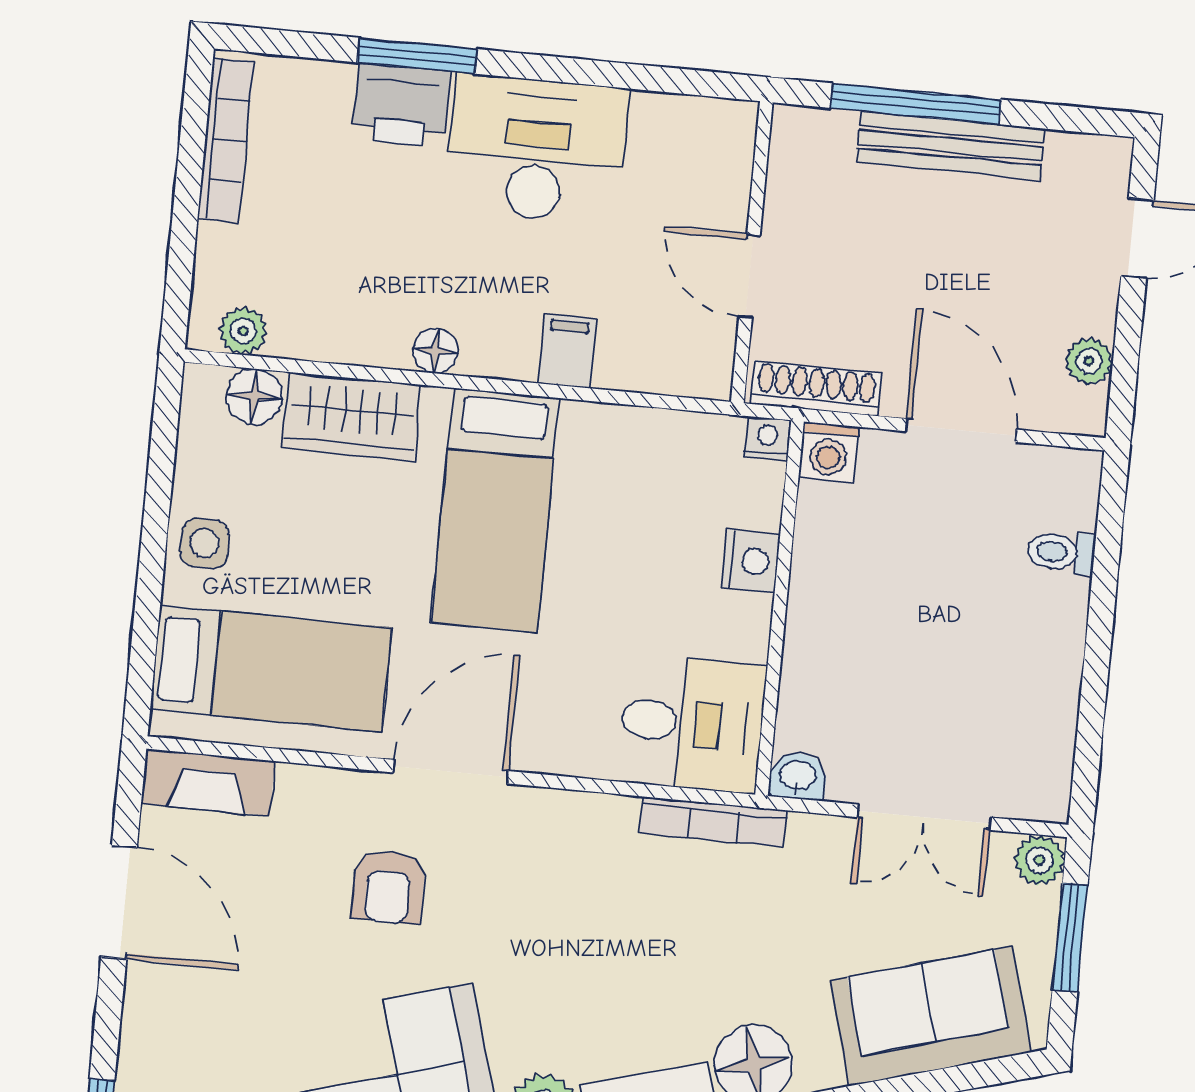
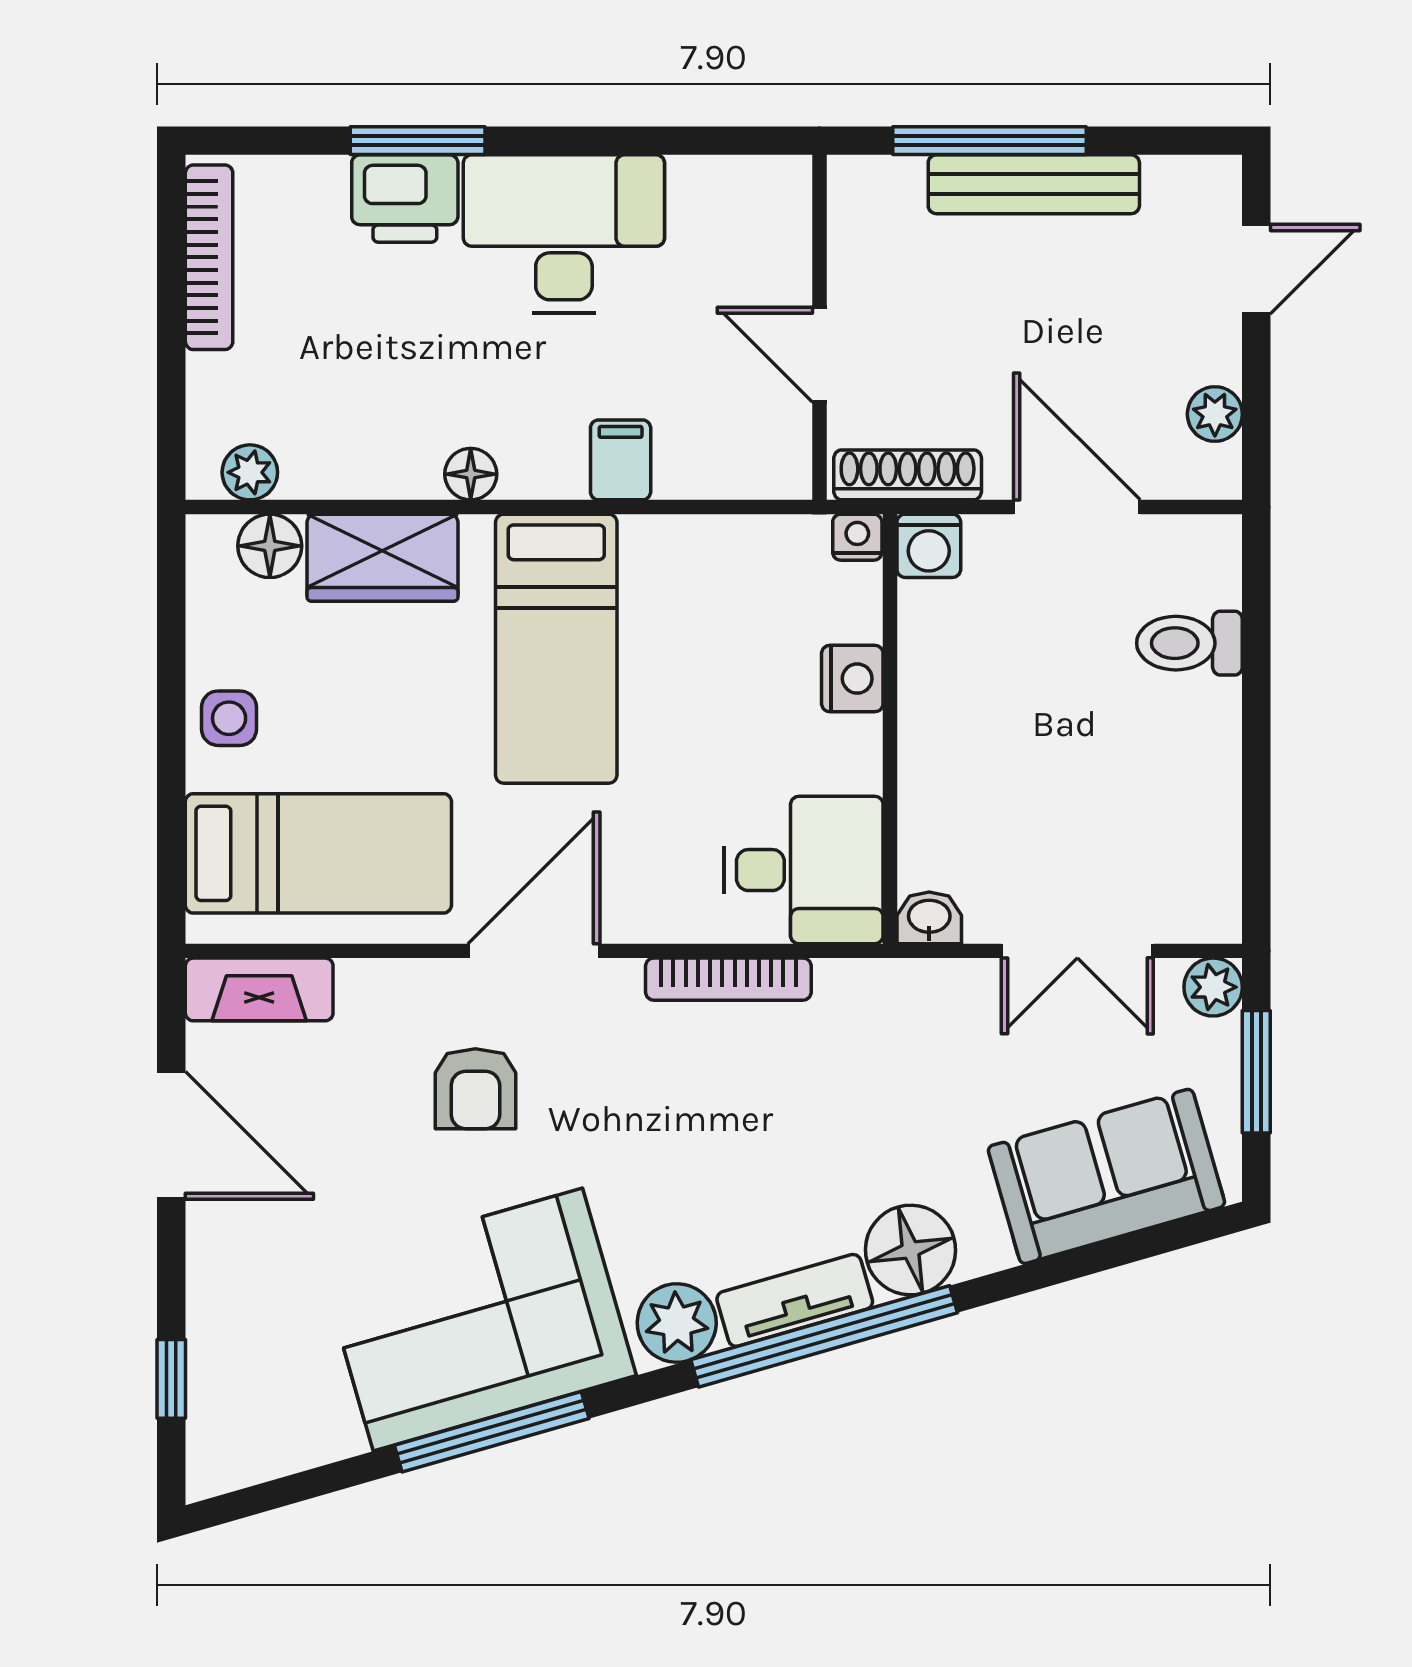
toilet: (1061, 552) -> (1190, 643), width x1.37, depth x1.39
bookcase: (713, 822) -> (728, 979), moved

